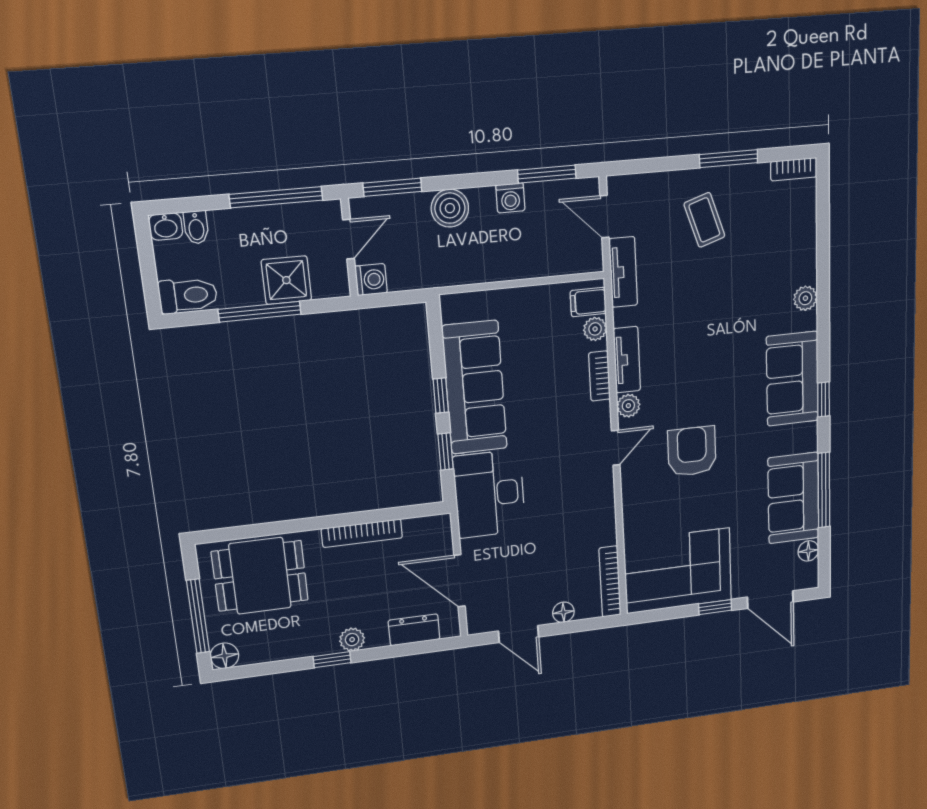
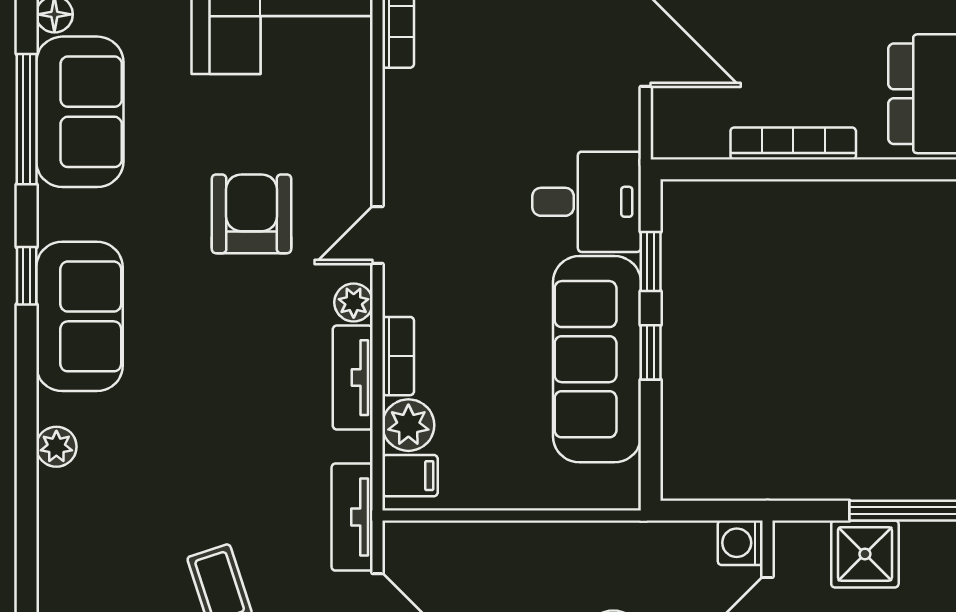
plant: (595, 329) -> (408, 425), width x1.38, depth x1.38
armchair: (692, 451) -> (252, 214), turned 180
desk: (489, 494) -> (587, 202), width x0.73

